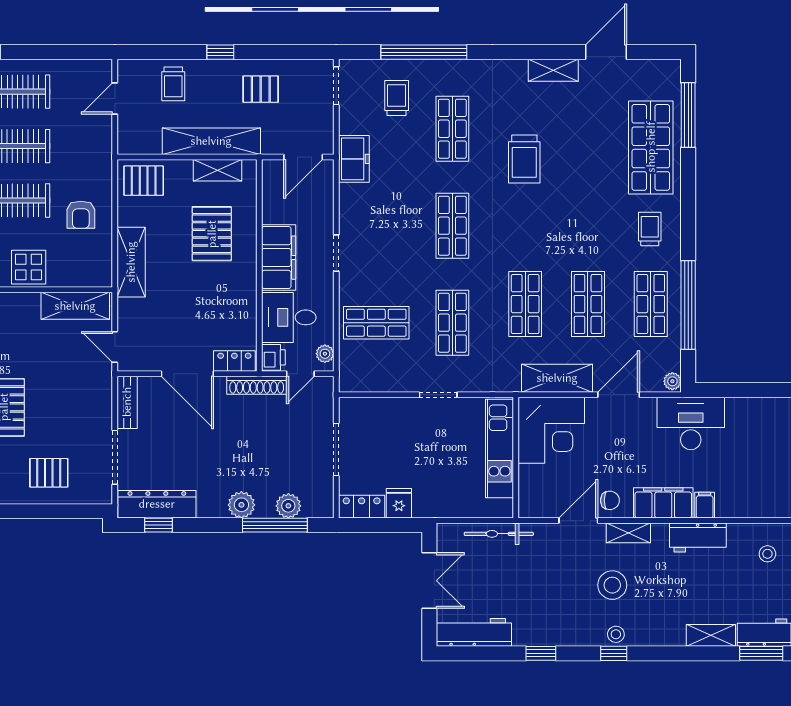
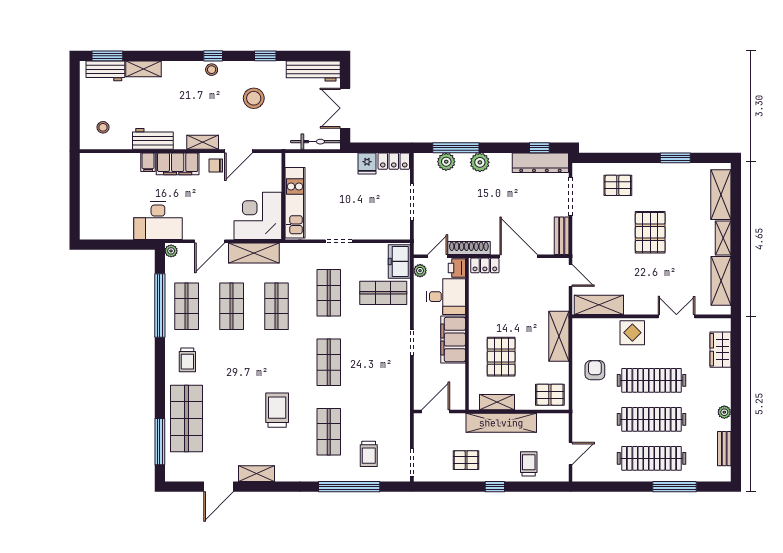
freezer: (354, 159) -> (399, 261), moved
bicycle: (499, 534) -> (315, 142), moved
stool: (612, 585) -> (254, 98), moved

